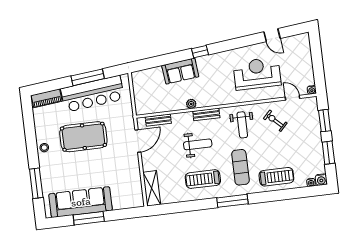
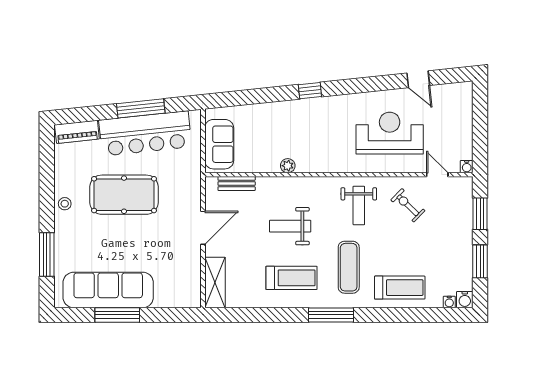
sofa: (180, 71) -> (219, 144), moved, turned -84
bench: (206, 114) -> (308, 184), removed
door: (138, 141) -> (203, 228), moved
weight bench: (198, 144) -> (290, 226), turned 180
treadmill: (203, 179) -> (292, 278), turned 180

